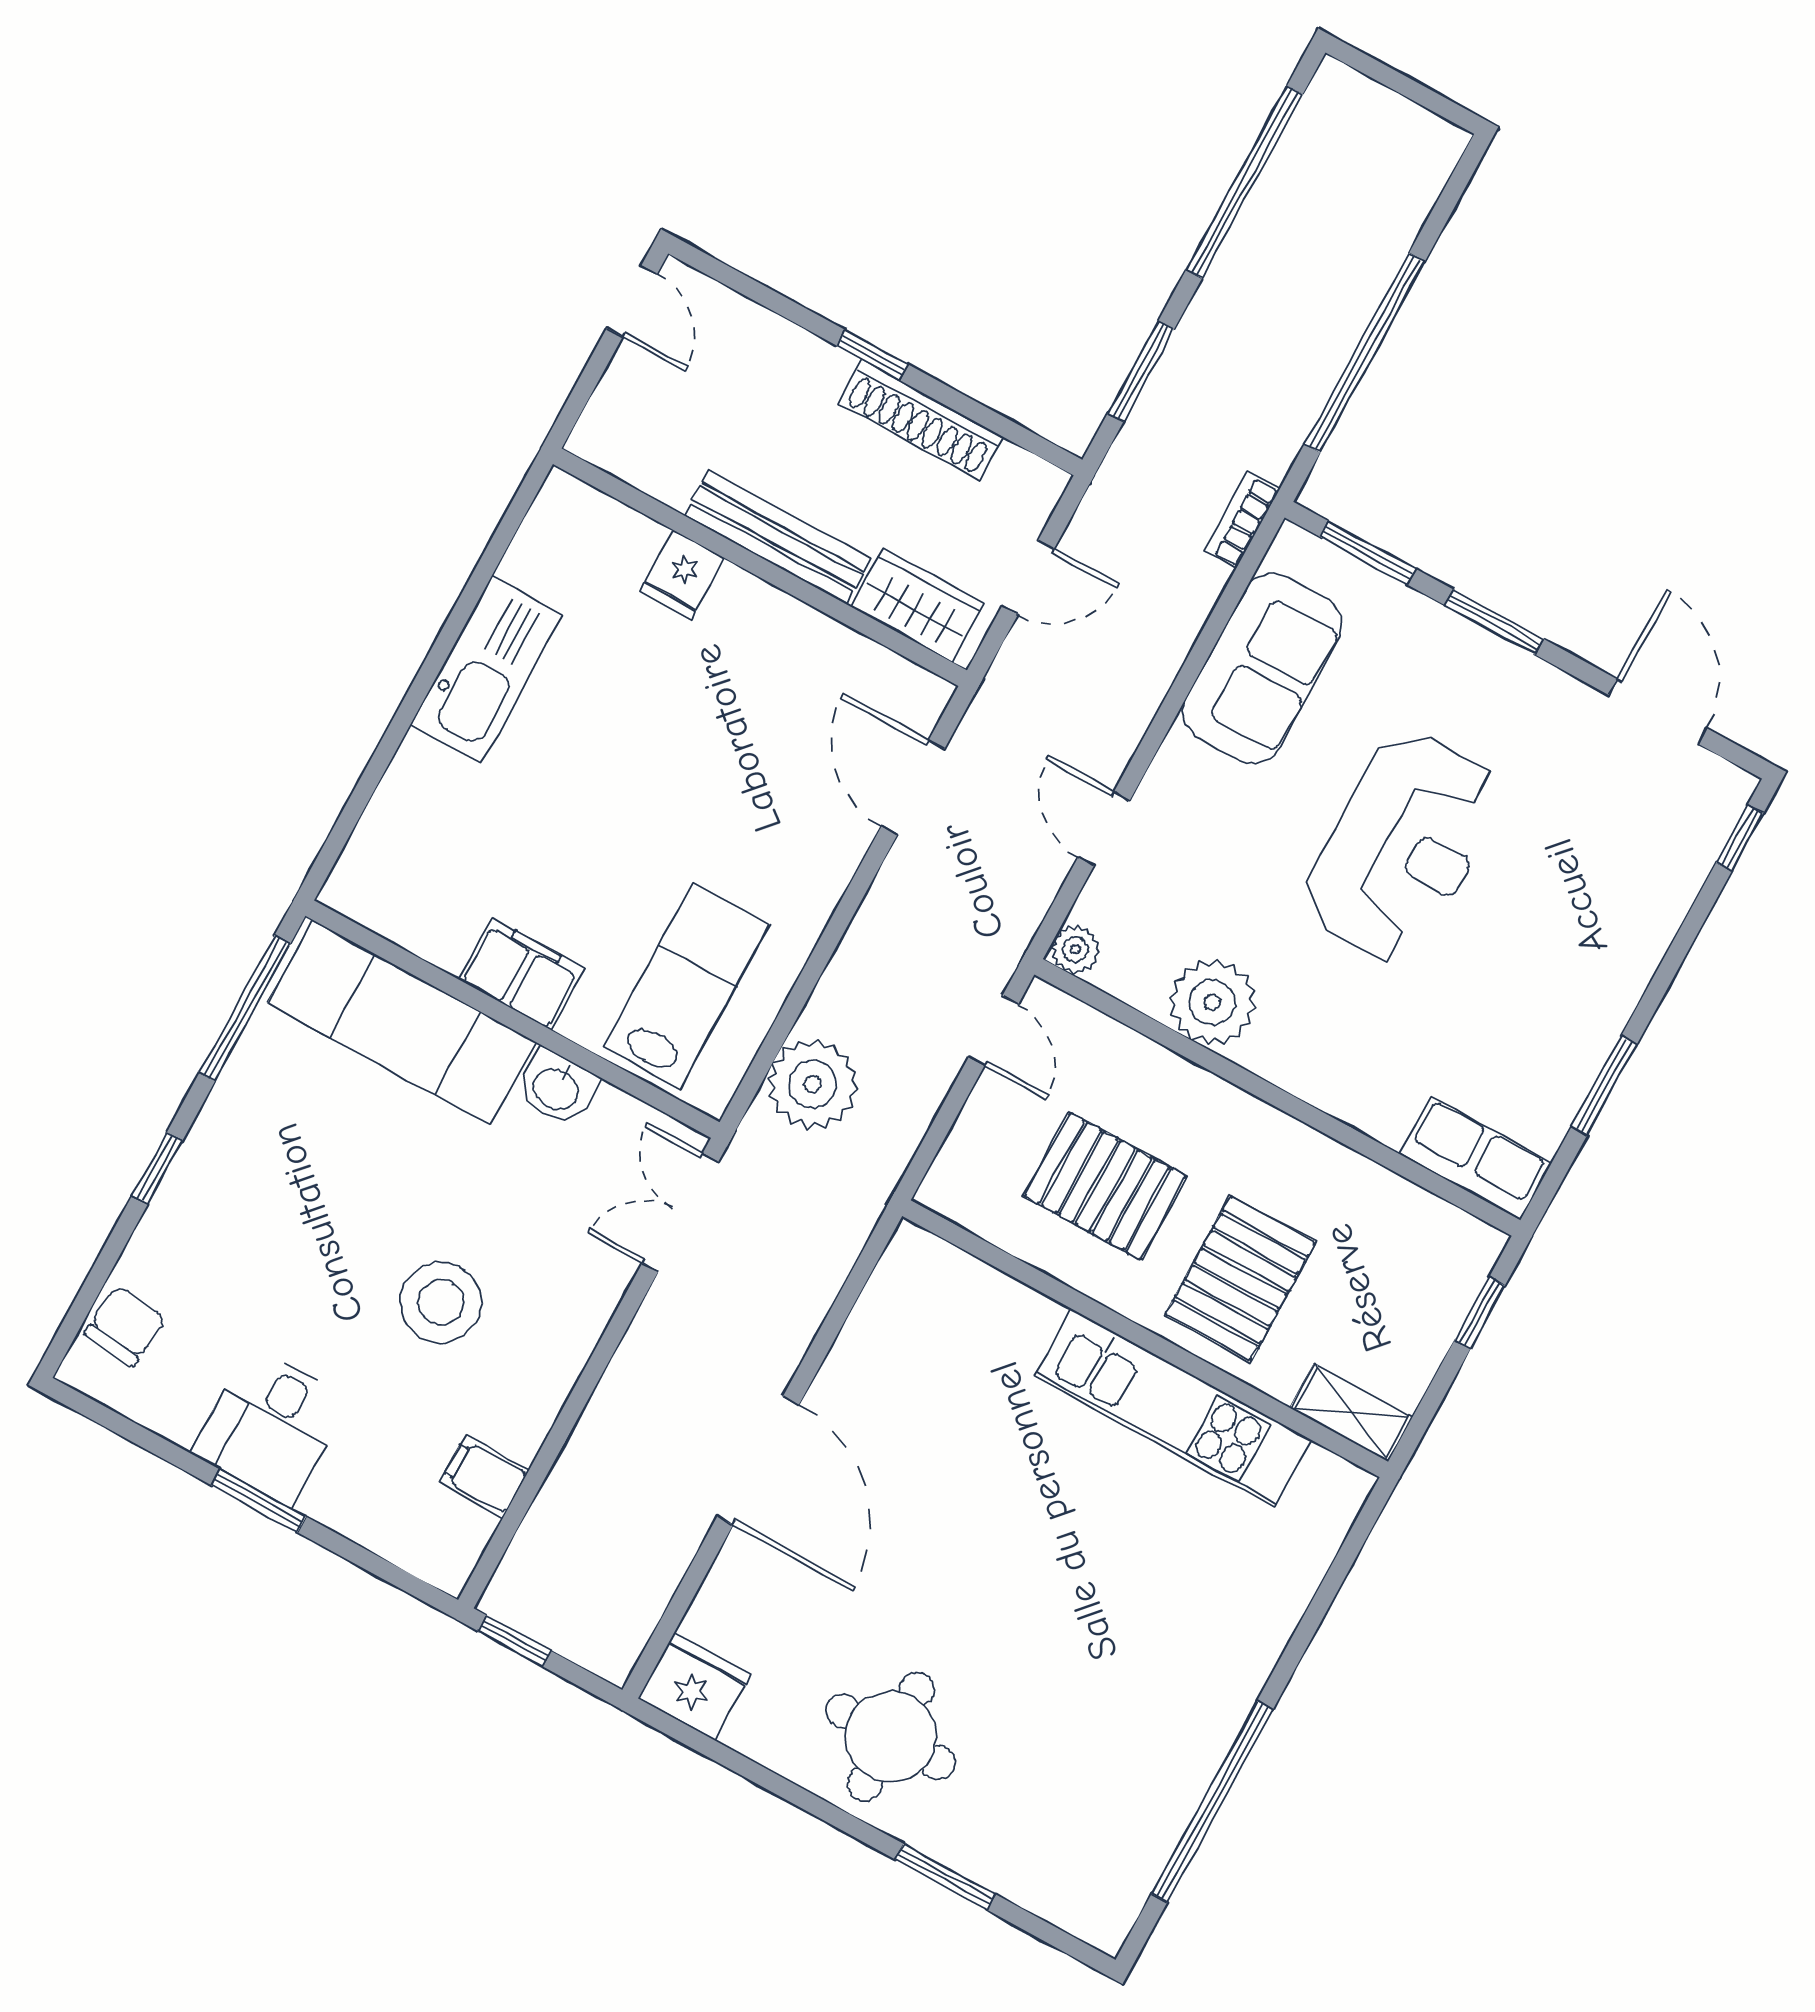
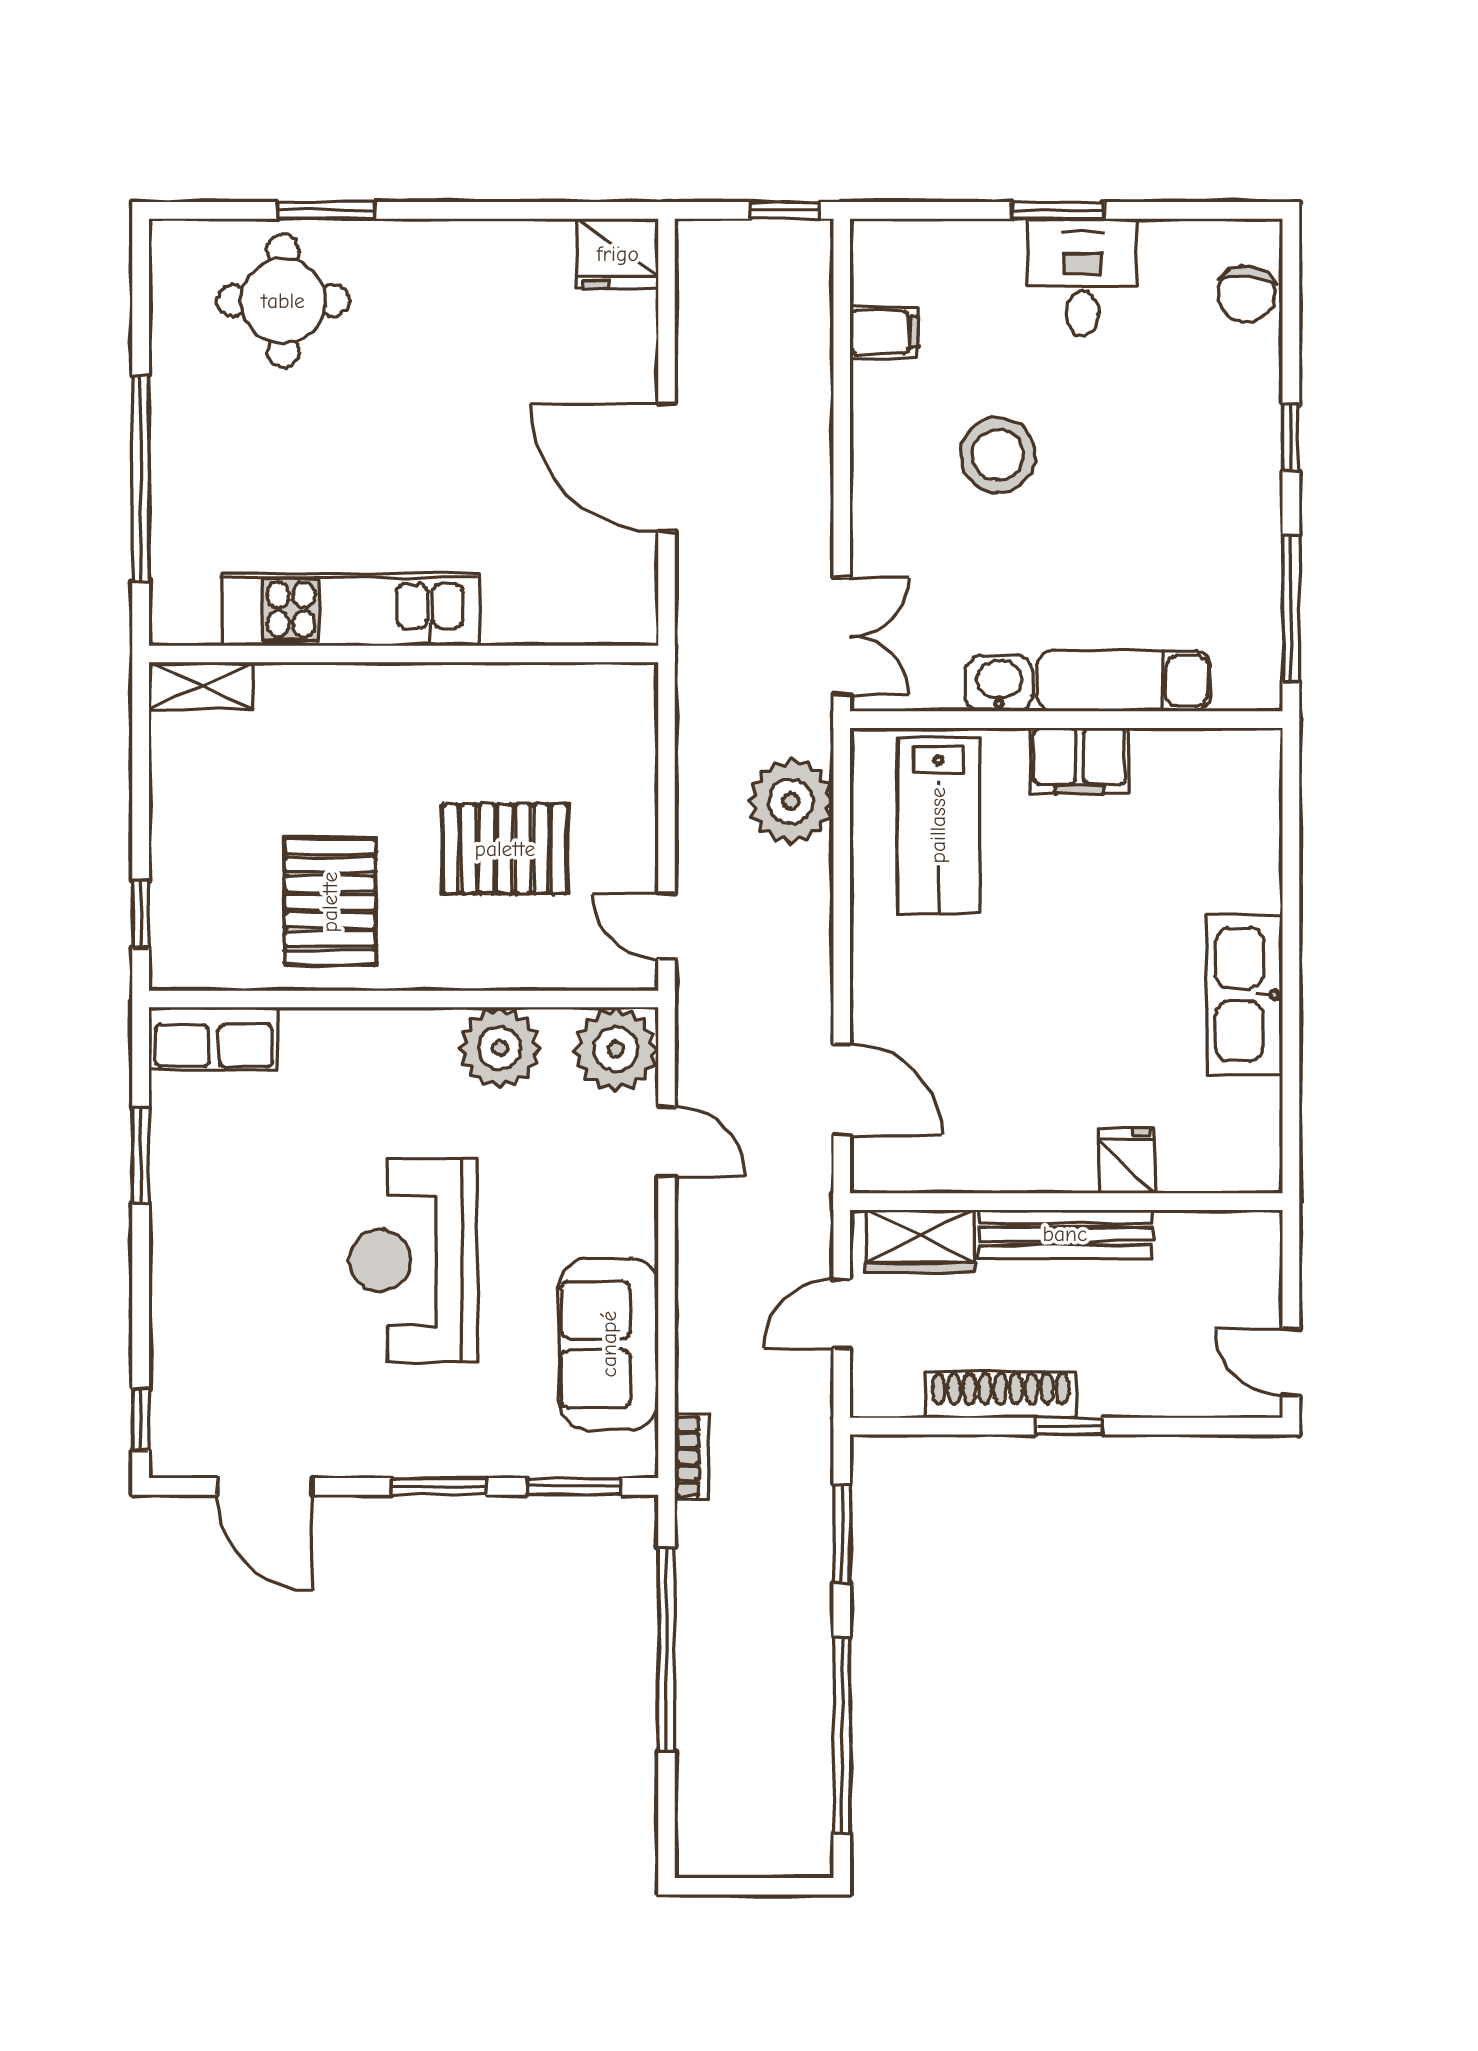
plant: (1075, 949) -> (616, 1049), width x1.87, depth x1.87
exam couch: (402, 1023) -> (1124, 681), width x0.73, depth x0.69
pallet: (1240, 1278) -> (330, 902), moved
wall: (1145, 1339) -> (404, 654), moved
kitchen unit: (1173, 1408) -> (350, 610), moved
shelving: (1351, 1413) -> (201, 686), moved
round table: (891, 1737) -> (283, 301), moved
window: (1212, 1802) -> (141, 479), moved

